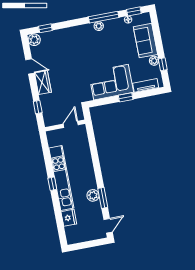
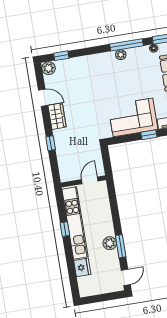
door: (71, 124) -> (90, 180), moved
wall: (65, 126) -> (83, 181), moved

